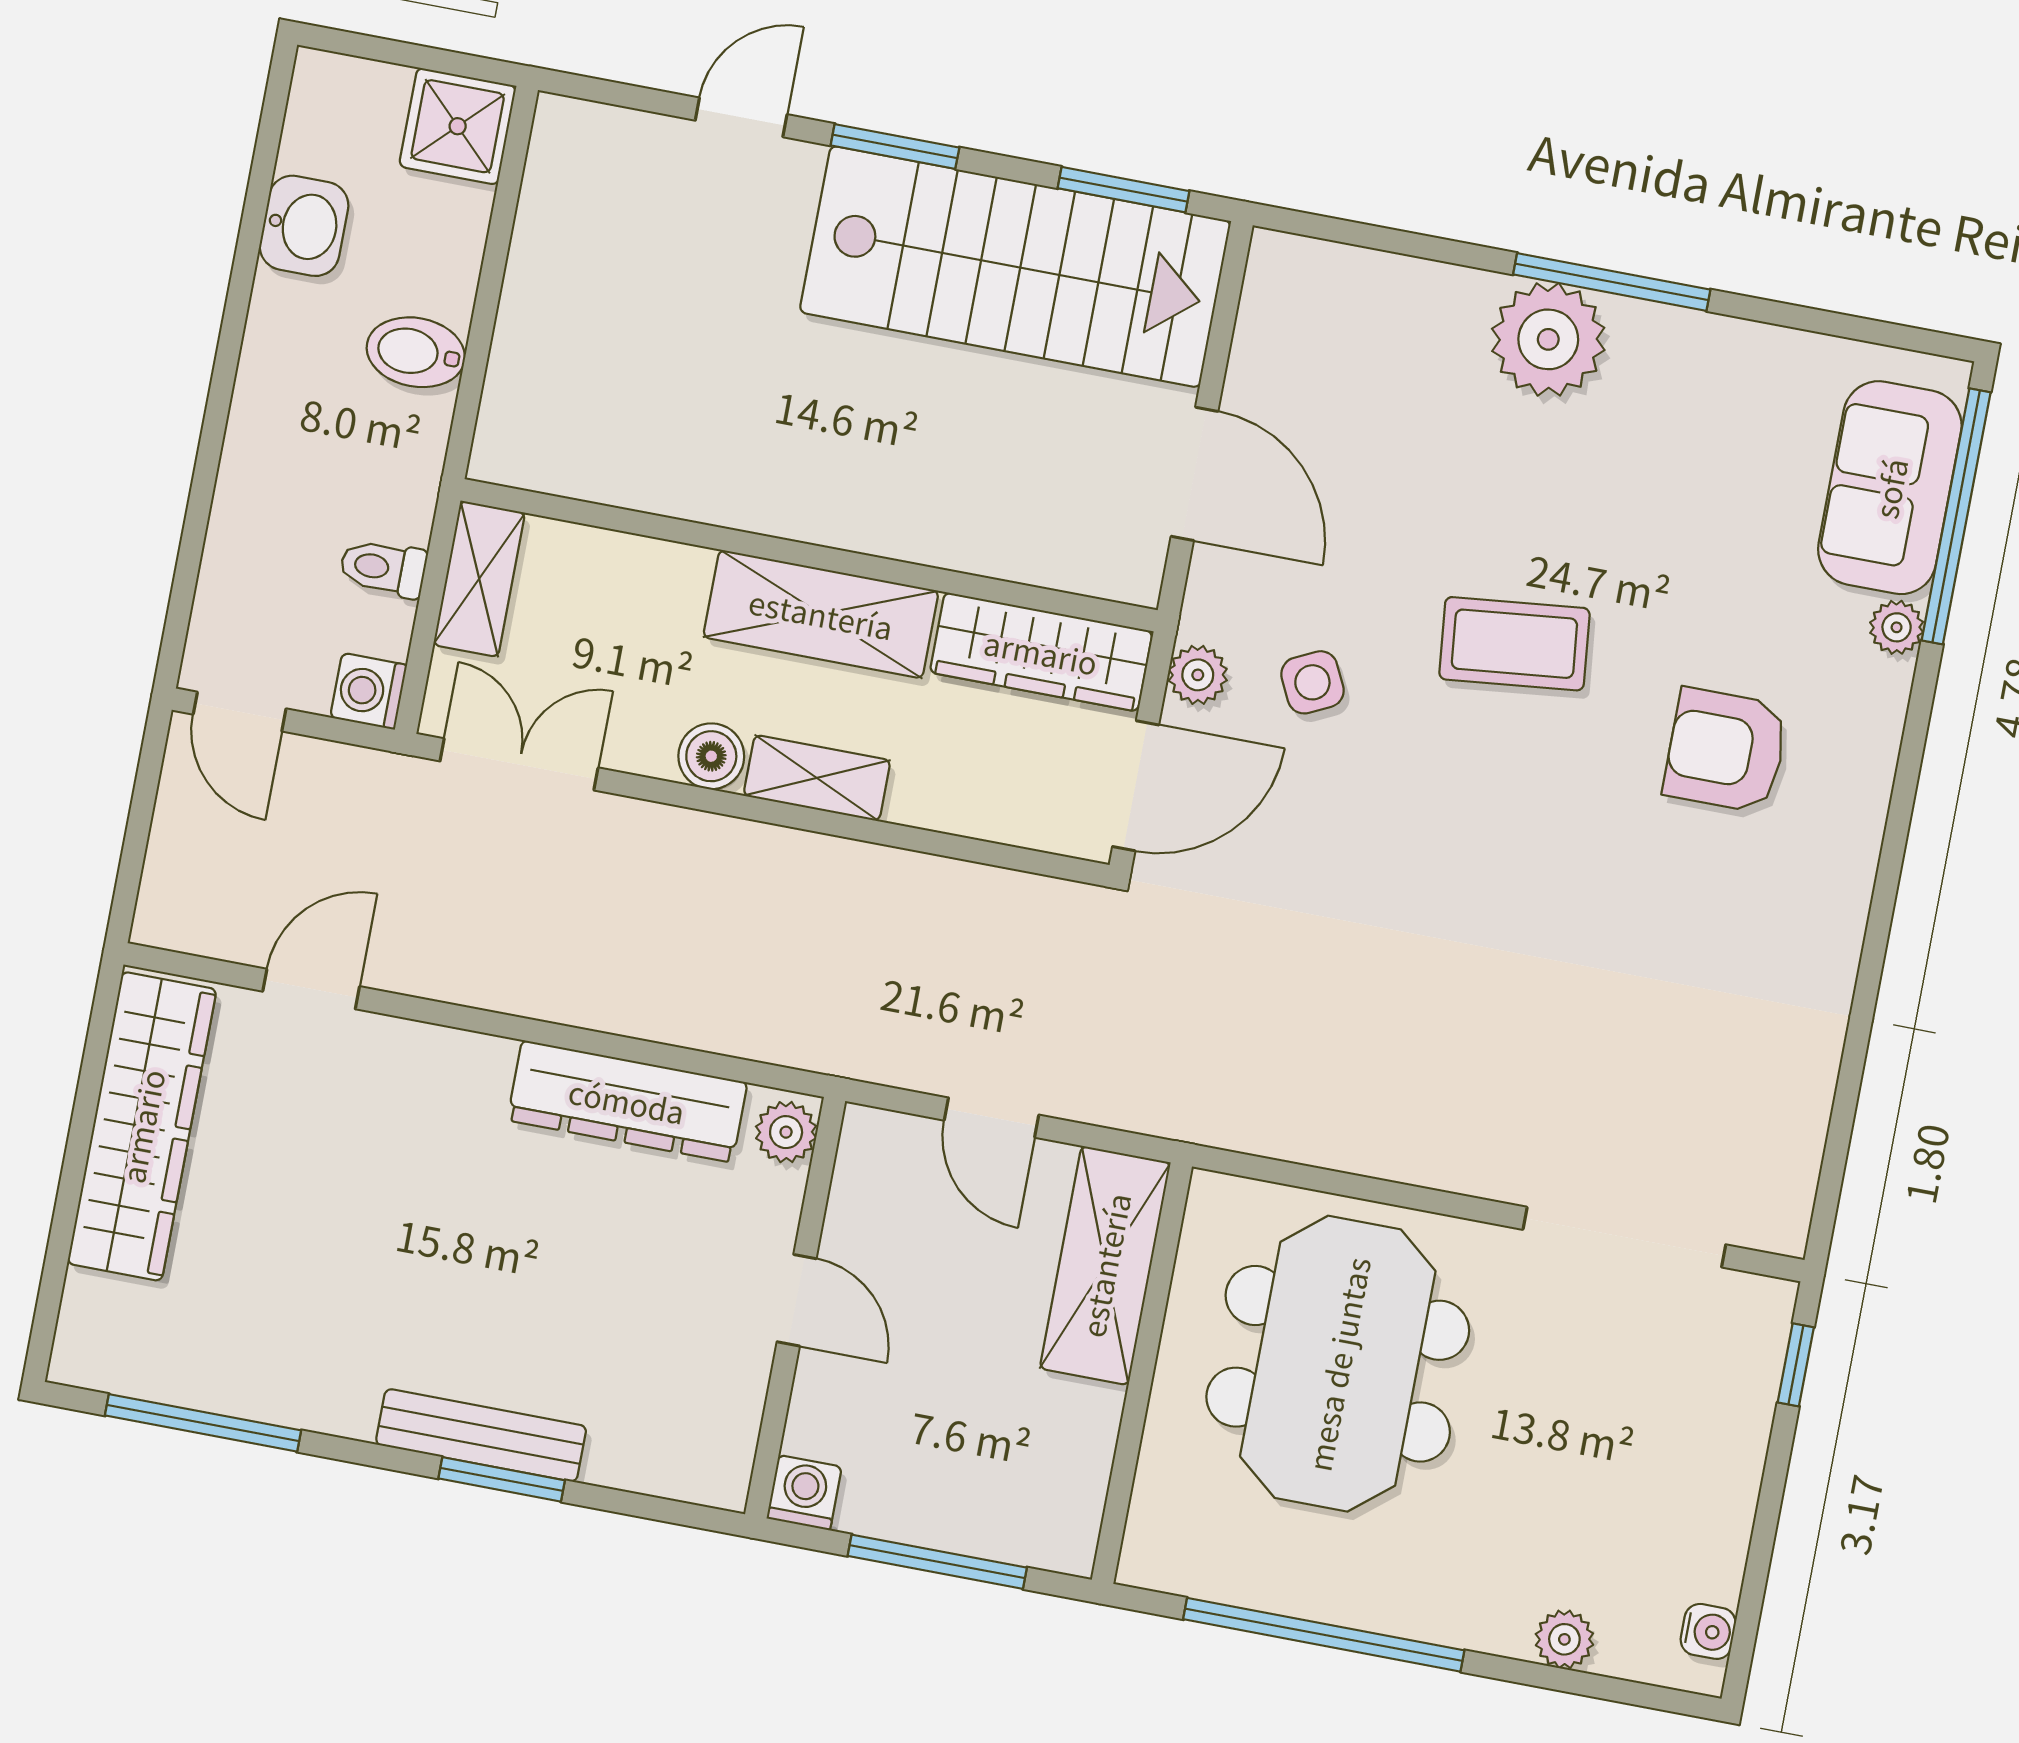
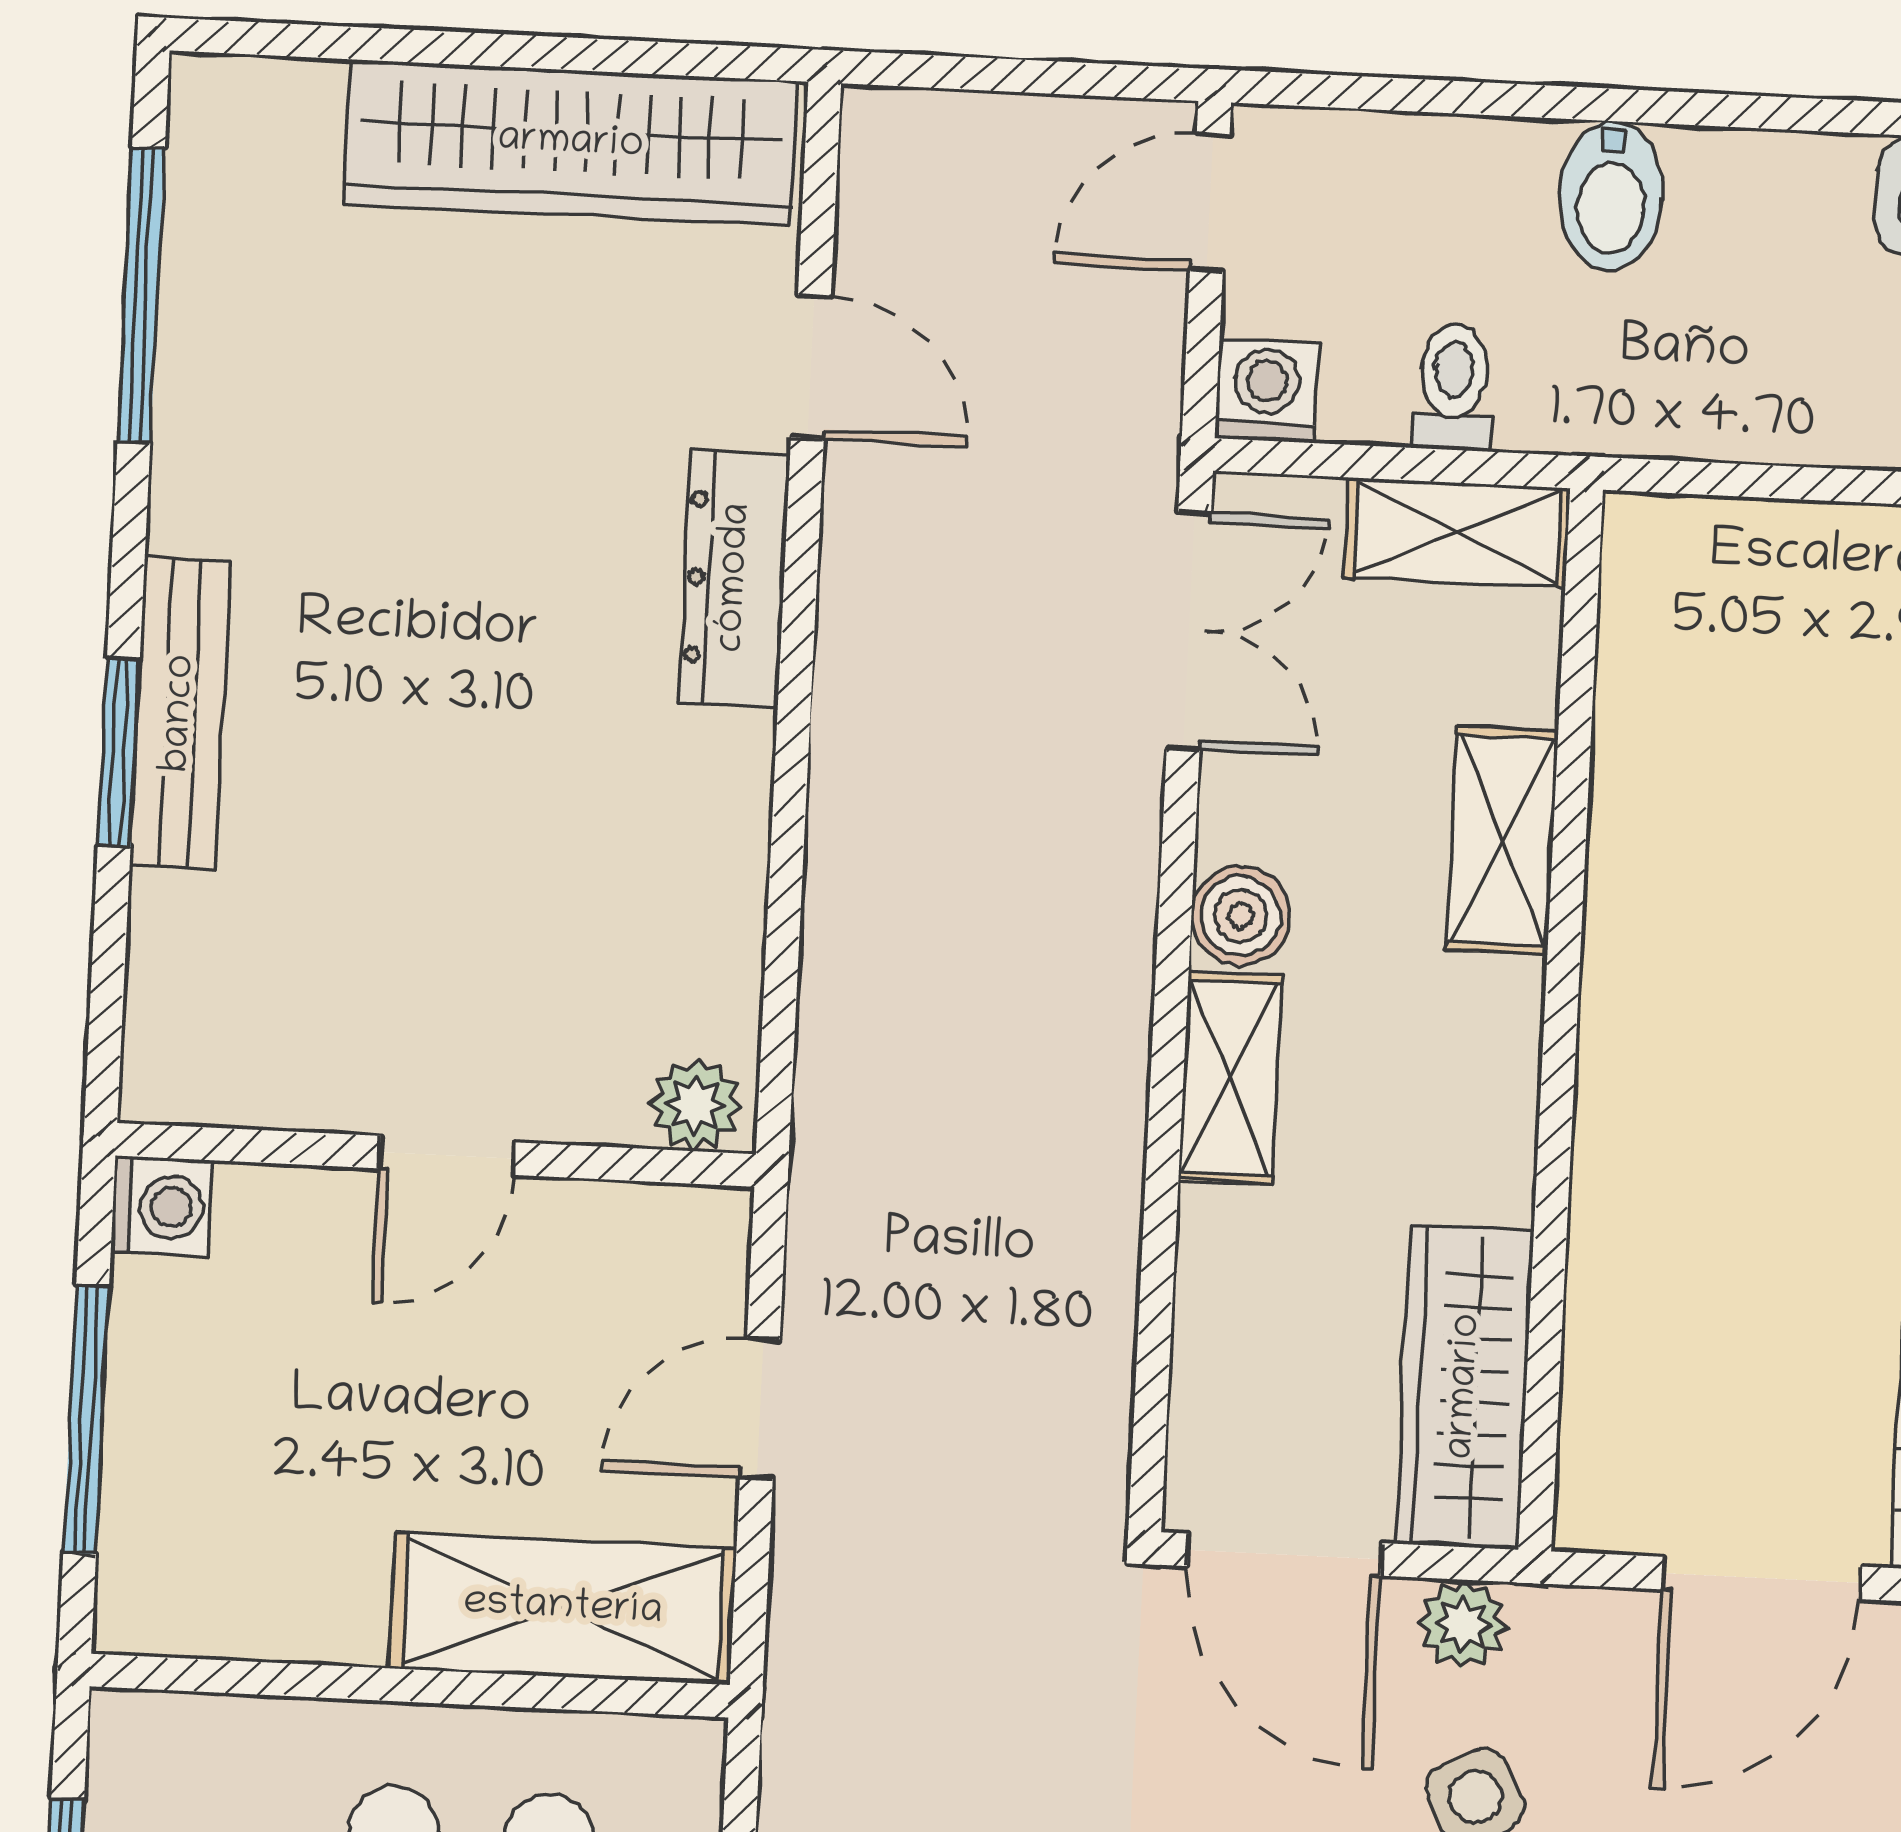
bidet: (416, 352) -> (1611, 196), moved, turned 180
shelving: (821, 614) -> (1503, 840), moved, width x0.67, depth x0.75
dresser: (627, 1101) -> (735, 578), moved, width x0.73, depth x0.80

